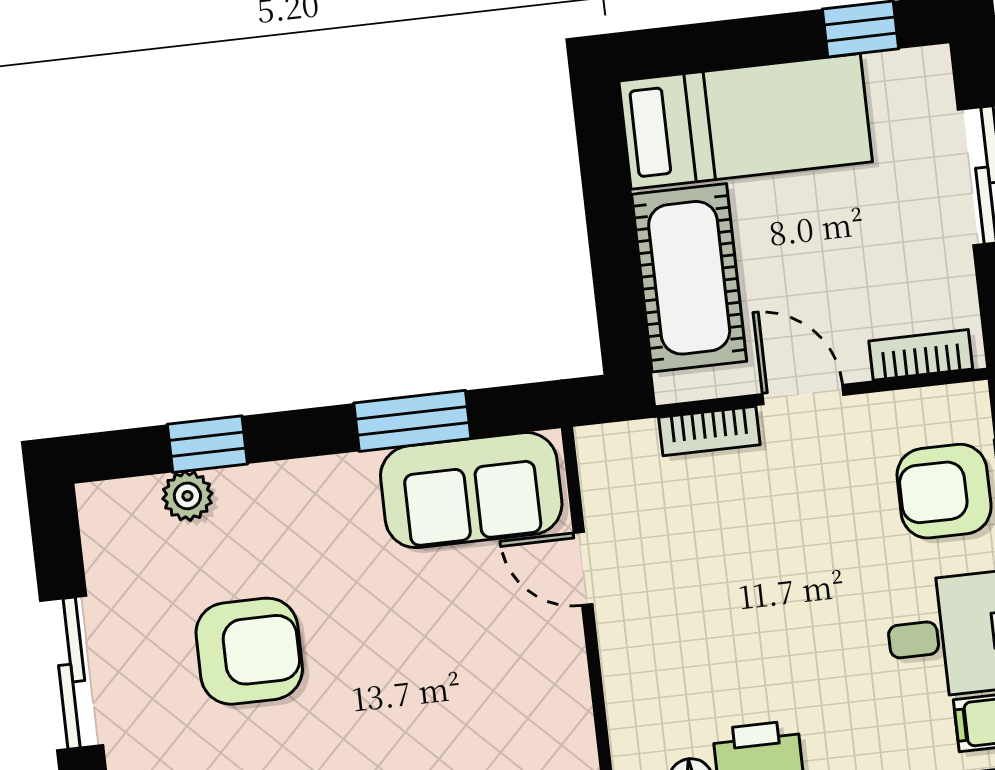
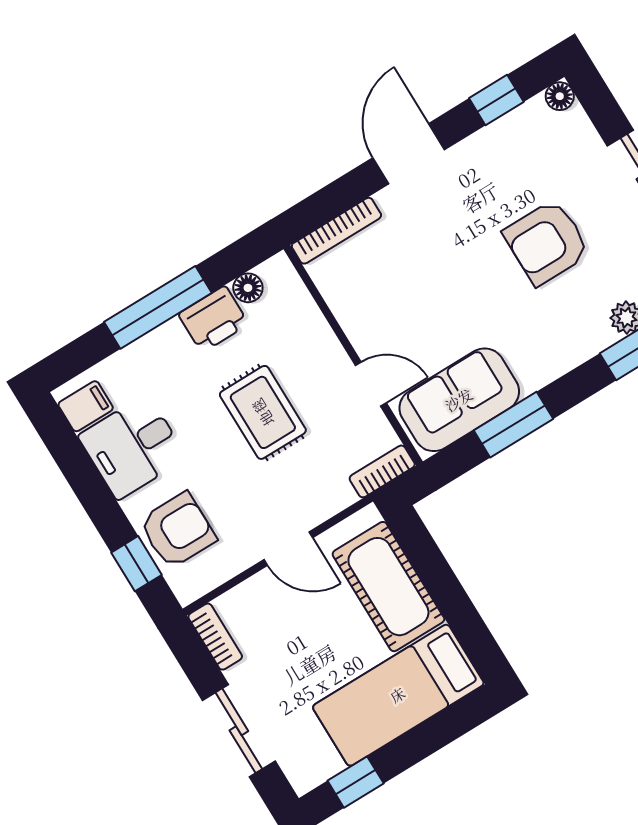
bookcase: (921, 355) -> (215, 637), moved, turned -90
bookcase: (709, 431) -> (382, 471), moved
rug: (751, 599) -> (263, 412), added

